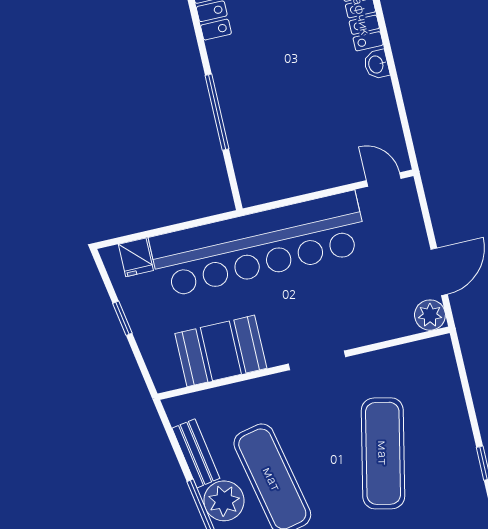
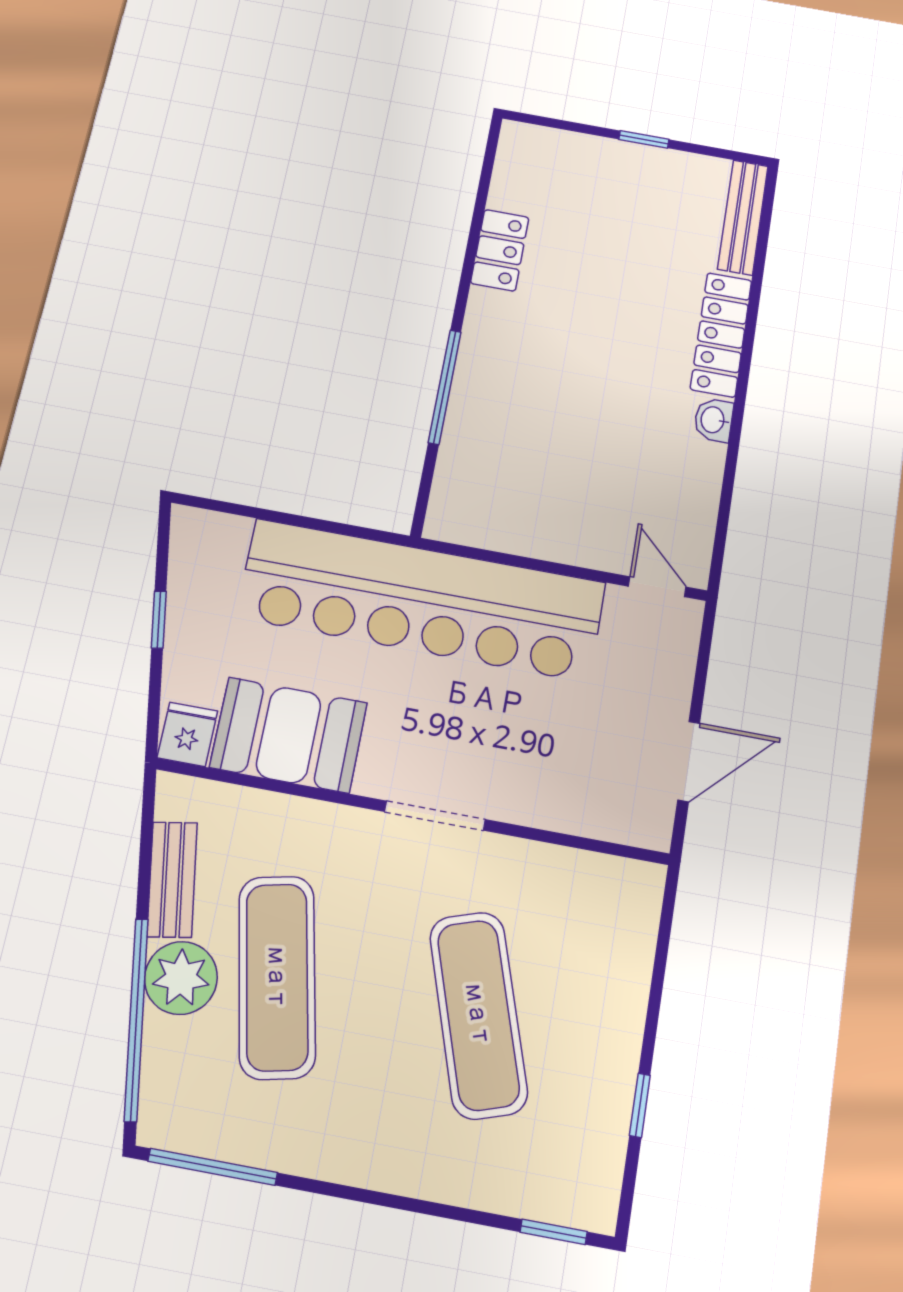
fridge: (136, 257) -> (187, 734), moved, turned 180
plant: (430, 315) -> (647, 823), removed
exercise mat: (383, 453) -> (478, 1014), turned -30

